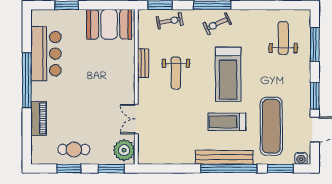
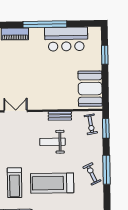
exercise bike: (170, 21) -> (91, 124), moved
treadmill: (227, 122) -> (15, 183), turned 180

